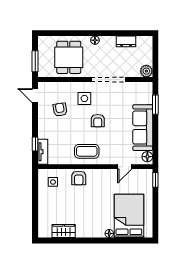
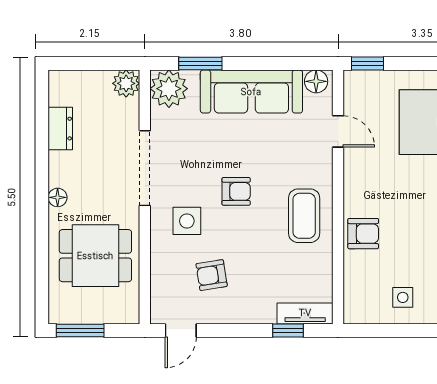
window: (35, 61) -> (80, 330), moved
plant: (144, 90) -> (169, 89), added
side table: (53, 182) -> (403, 297), moved

